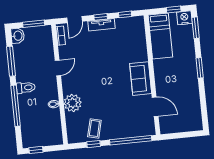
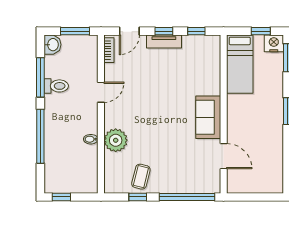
toilet: (26, 88) -> (56, 86), moved

